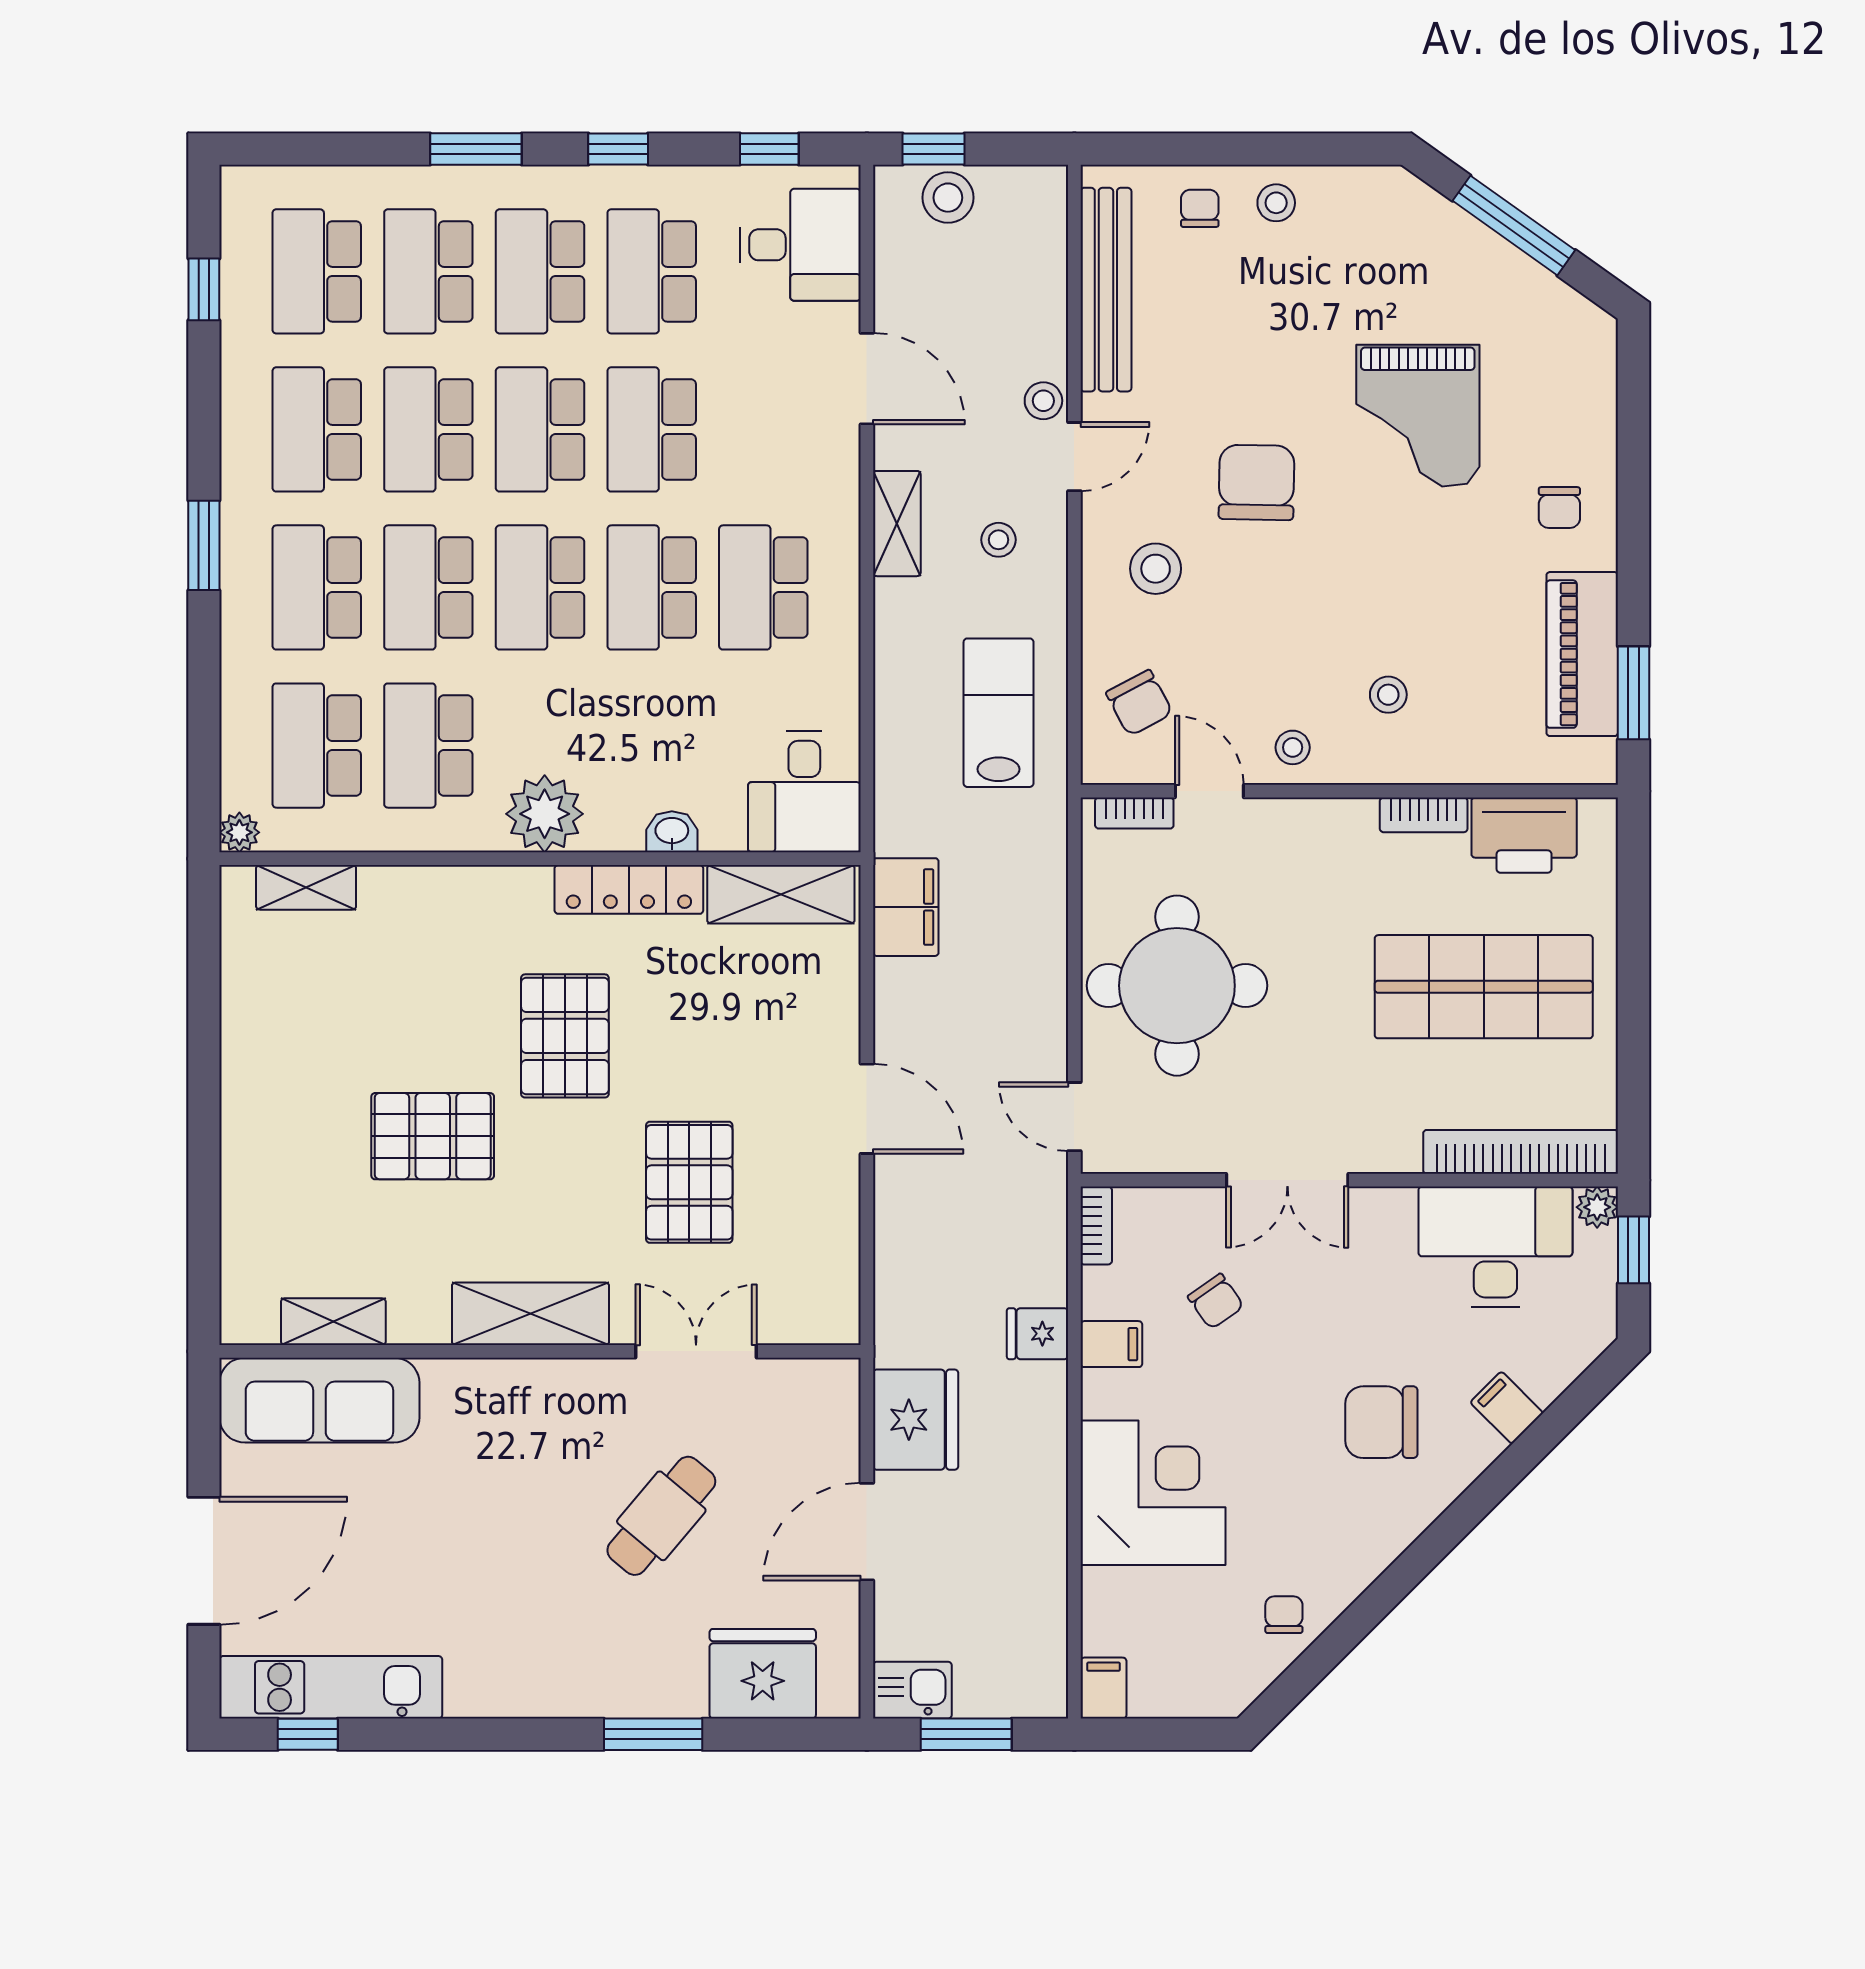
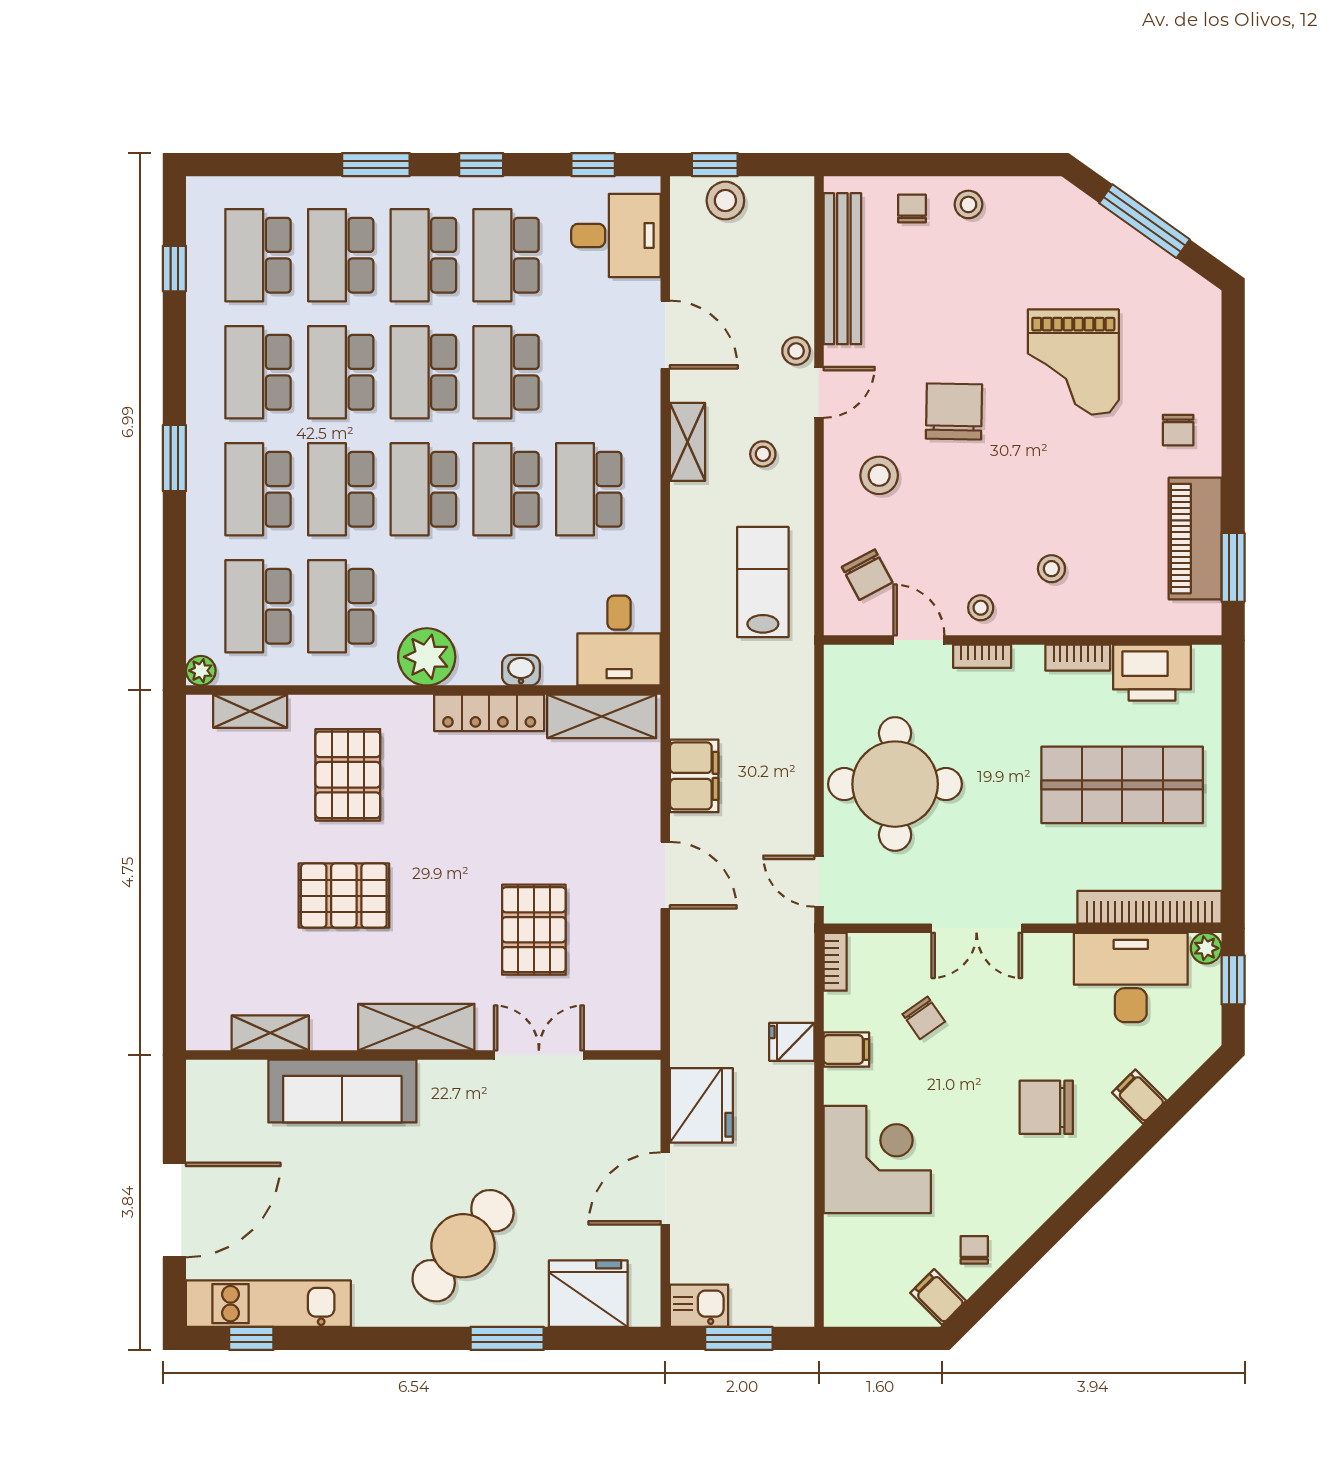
bookcase: (1134, 813) -> (982, 656), moved
filing cabinet: (906, 907) -> (694, 776), moved
pallet: (565, 1036) -> (348, 775), moved
sofa: (319, 1400) -> (342, 1091), moved
cafe table: (661, 1516) -> (463, 1246), moved, width x1.37, depth x1.35
filing cabinet: (1103, 1688) -> (938, 1297), moved, turned -45

